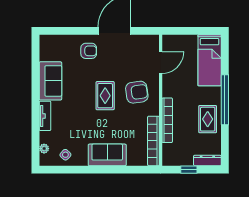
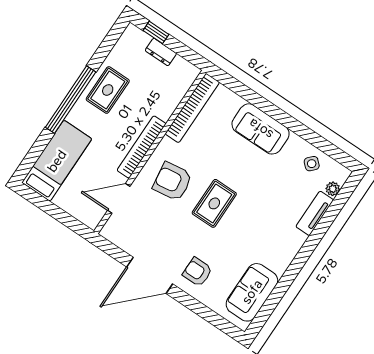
sofa: (50, 81) -> (252, 292), moved
tv unit: (45, 116) -> (315, 213), moved
bookcase: (167, 120) -> (141, 147), moved
dresser: (207, 160) -> (161, 52), moved, width x0.70
window: (189, 170) -> (156, 32), moved

